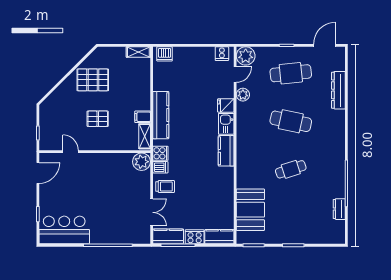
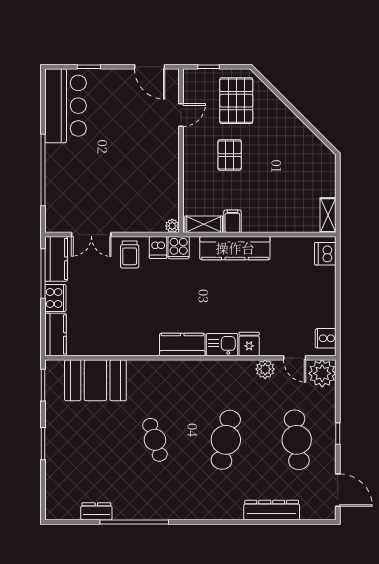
pallet: (93, 80) -> (236, 101), moved
plant: (142, 162) -> (172, 226), width x0.53, depth x0.53

